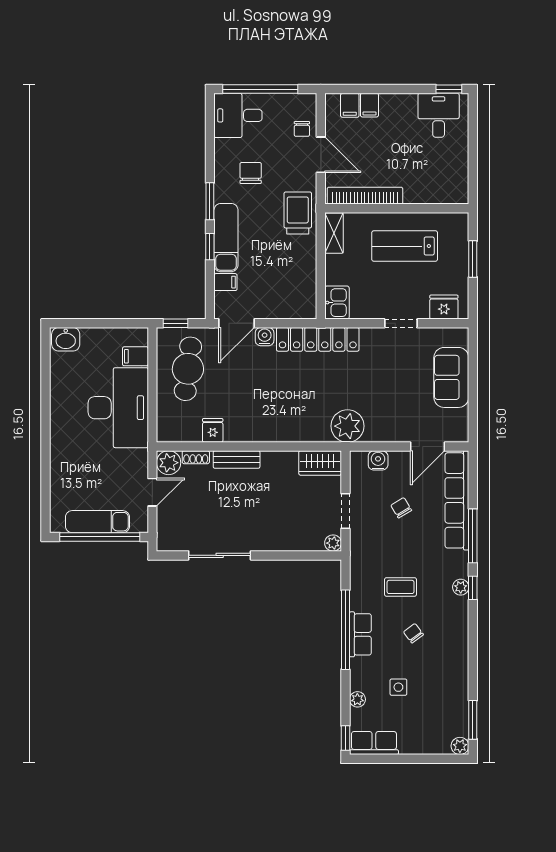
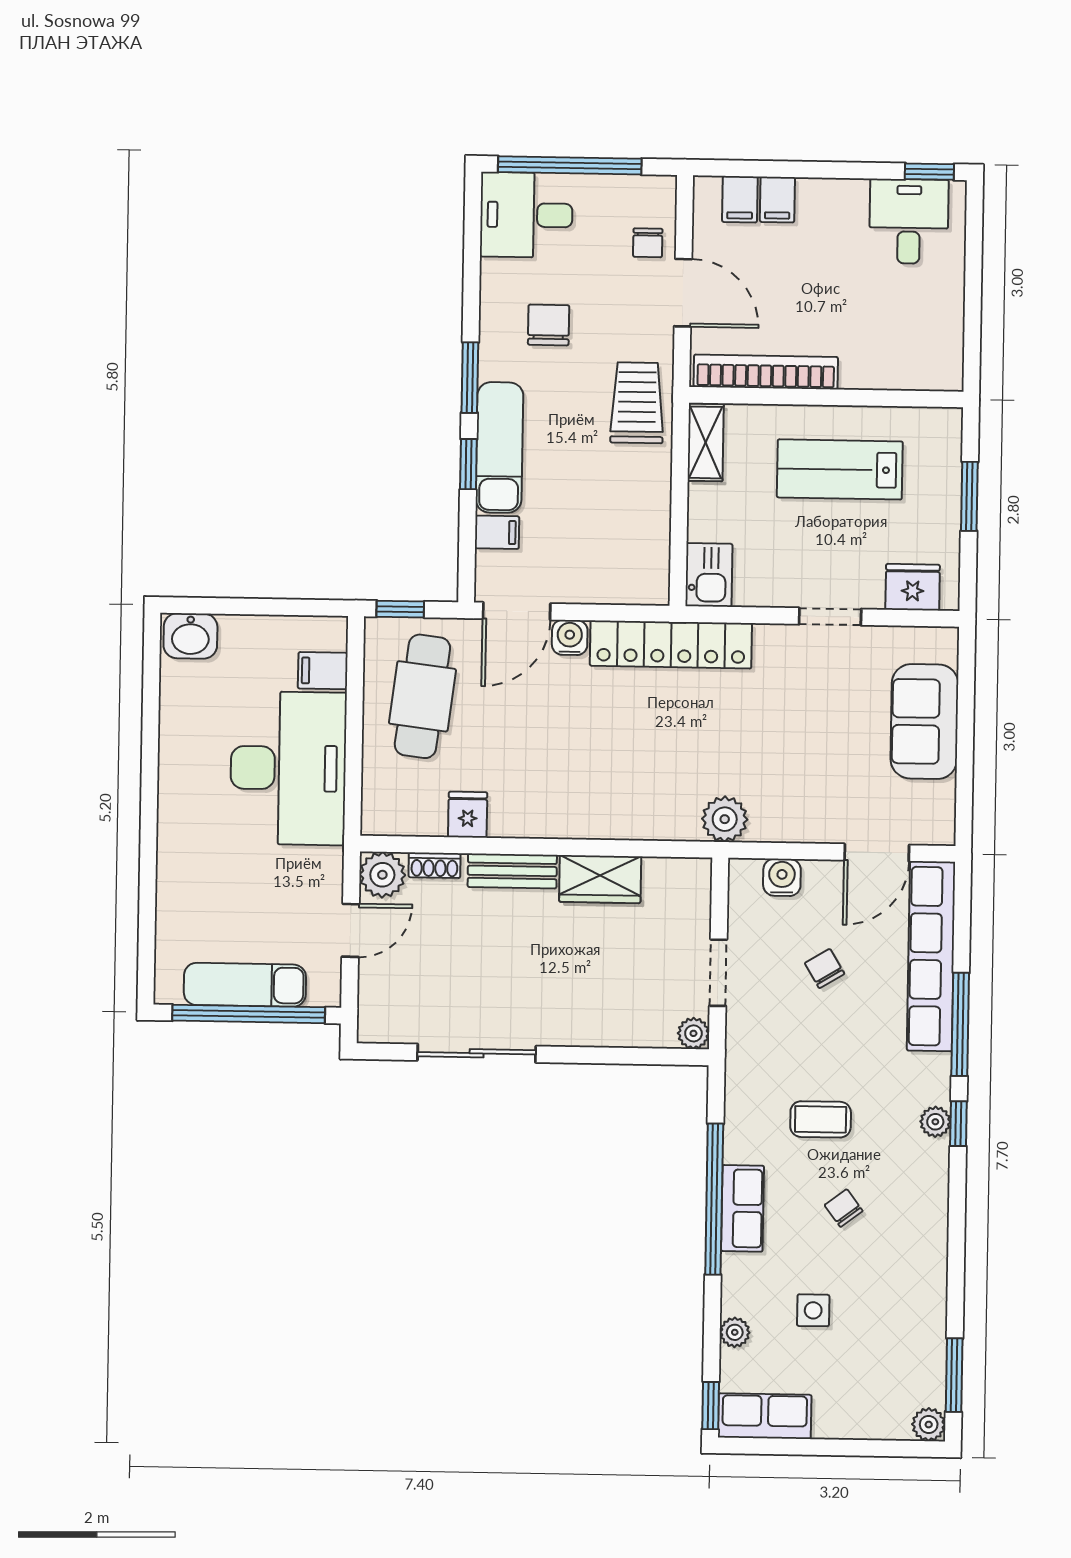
plant: (347, 426) -> (725, 819), width x0.73, depth x0.73
wardrobe: (320, 463) -> (600, 879), moved

